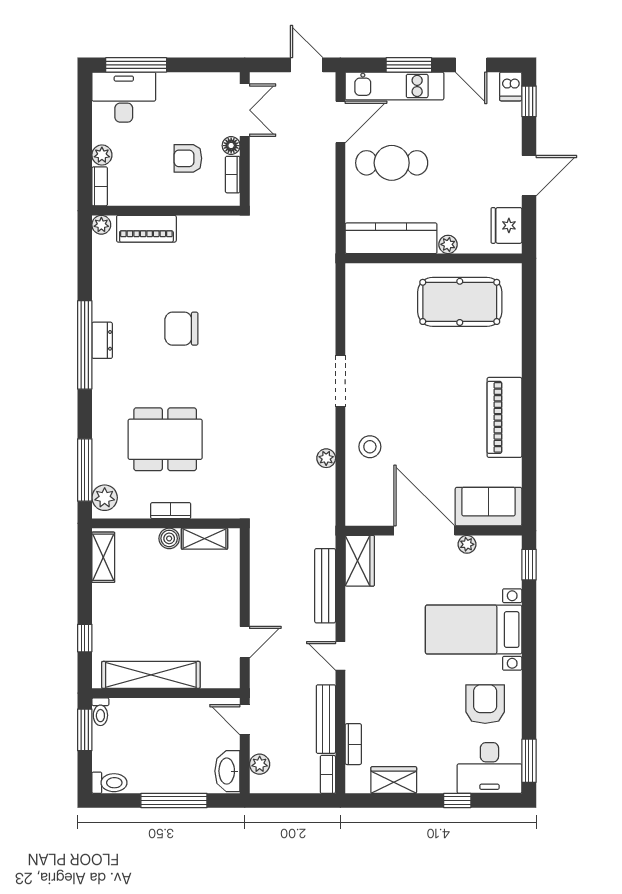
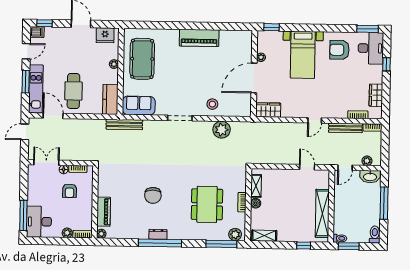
kitchen counter: (391, 238) -> (110, 99), width x0.67
plant: (326, 458) -> (222, 130), width x1.88, depth x1.88
sofa: (489, 507) -> (139, 106), moved, turned 90
bench: (325, 586) -> (124, 124), moved

